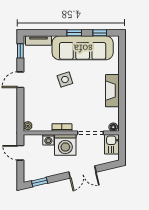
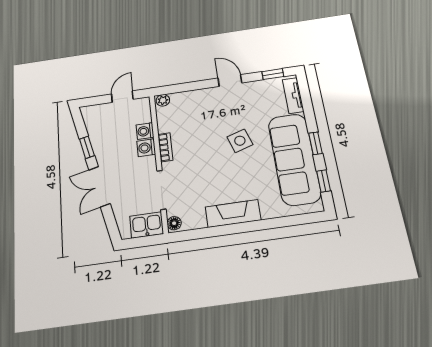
washing machine: (65, 145) -> (146, 148), width x0.53, depth x0.53
window: (40, 182) -> (87, 147), moved

